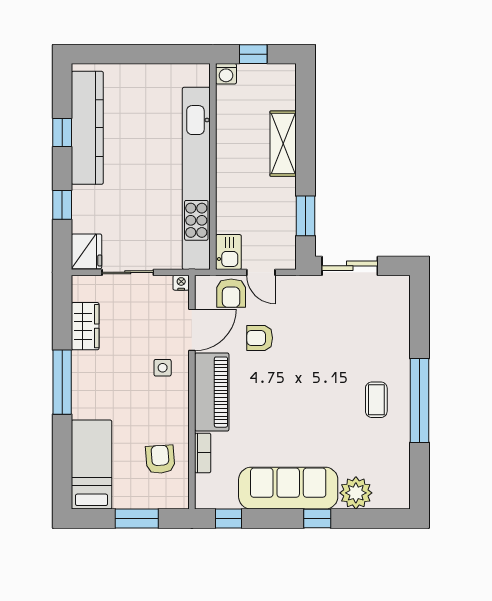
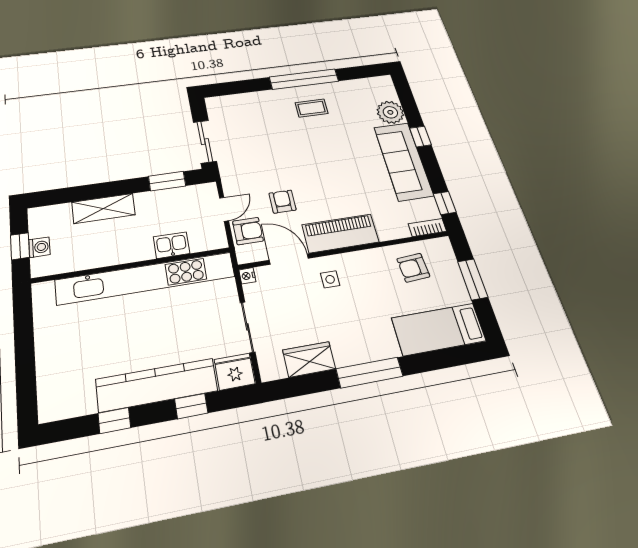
washing machine: (226, 74) -> (39, 247), moved
kitchen counter: (87, 128) -> (157, 385), moved
kitchen sink: (228, 252) -> (172, 245), moved
armchair: (260, 338) -> (283, 202), turned 180
bookcase: (203, 453) -> (427, 227), moved

